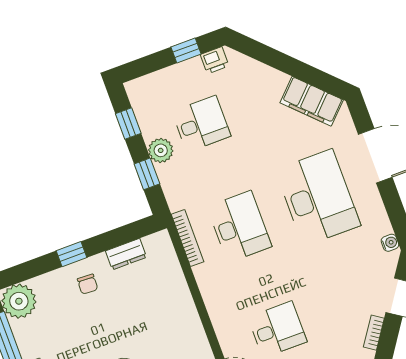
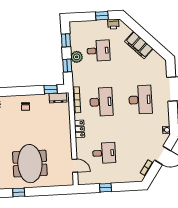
filing cabinet: (312, 101) -> (139, 45), moved
desk: (318, 198) -> (140, 100), width x0.73, depth x0.77
window: (72, 254) -> (51, 89), moved
dresser: (126, 254) -> (58, 98), moved
locker: (212, 296) -> (79, 129), added

